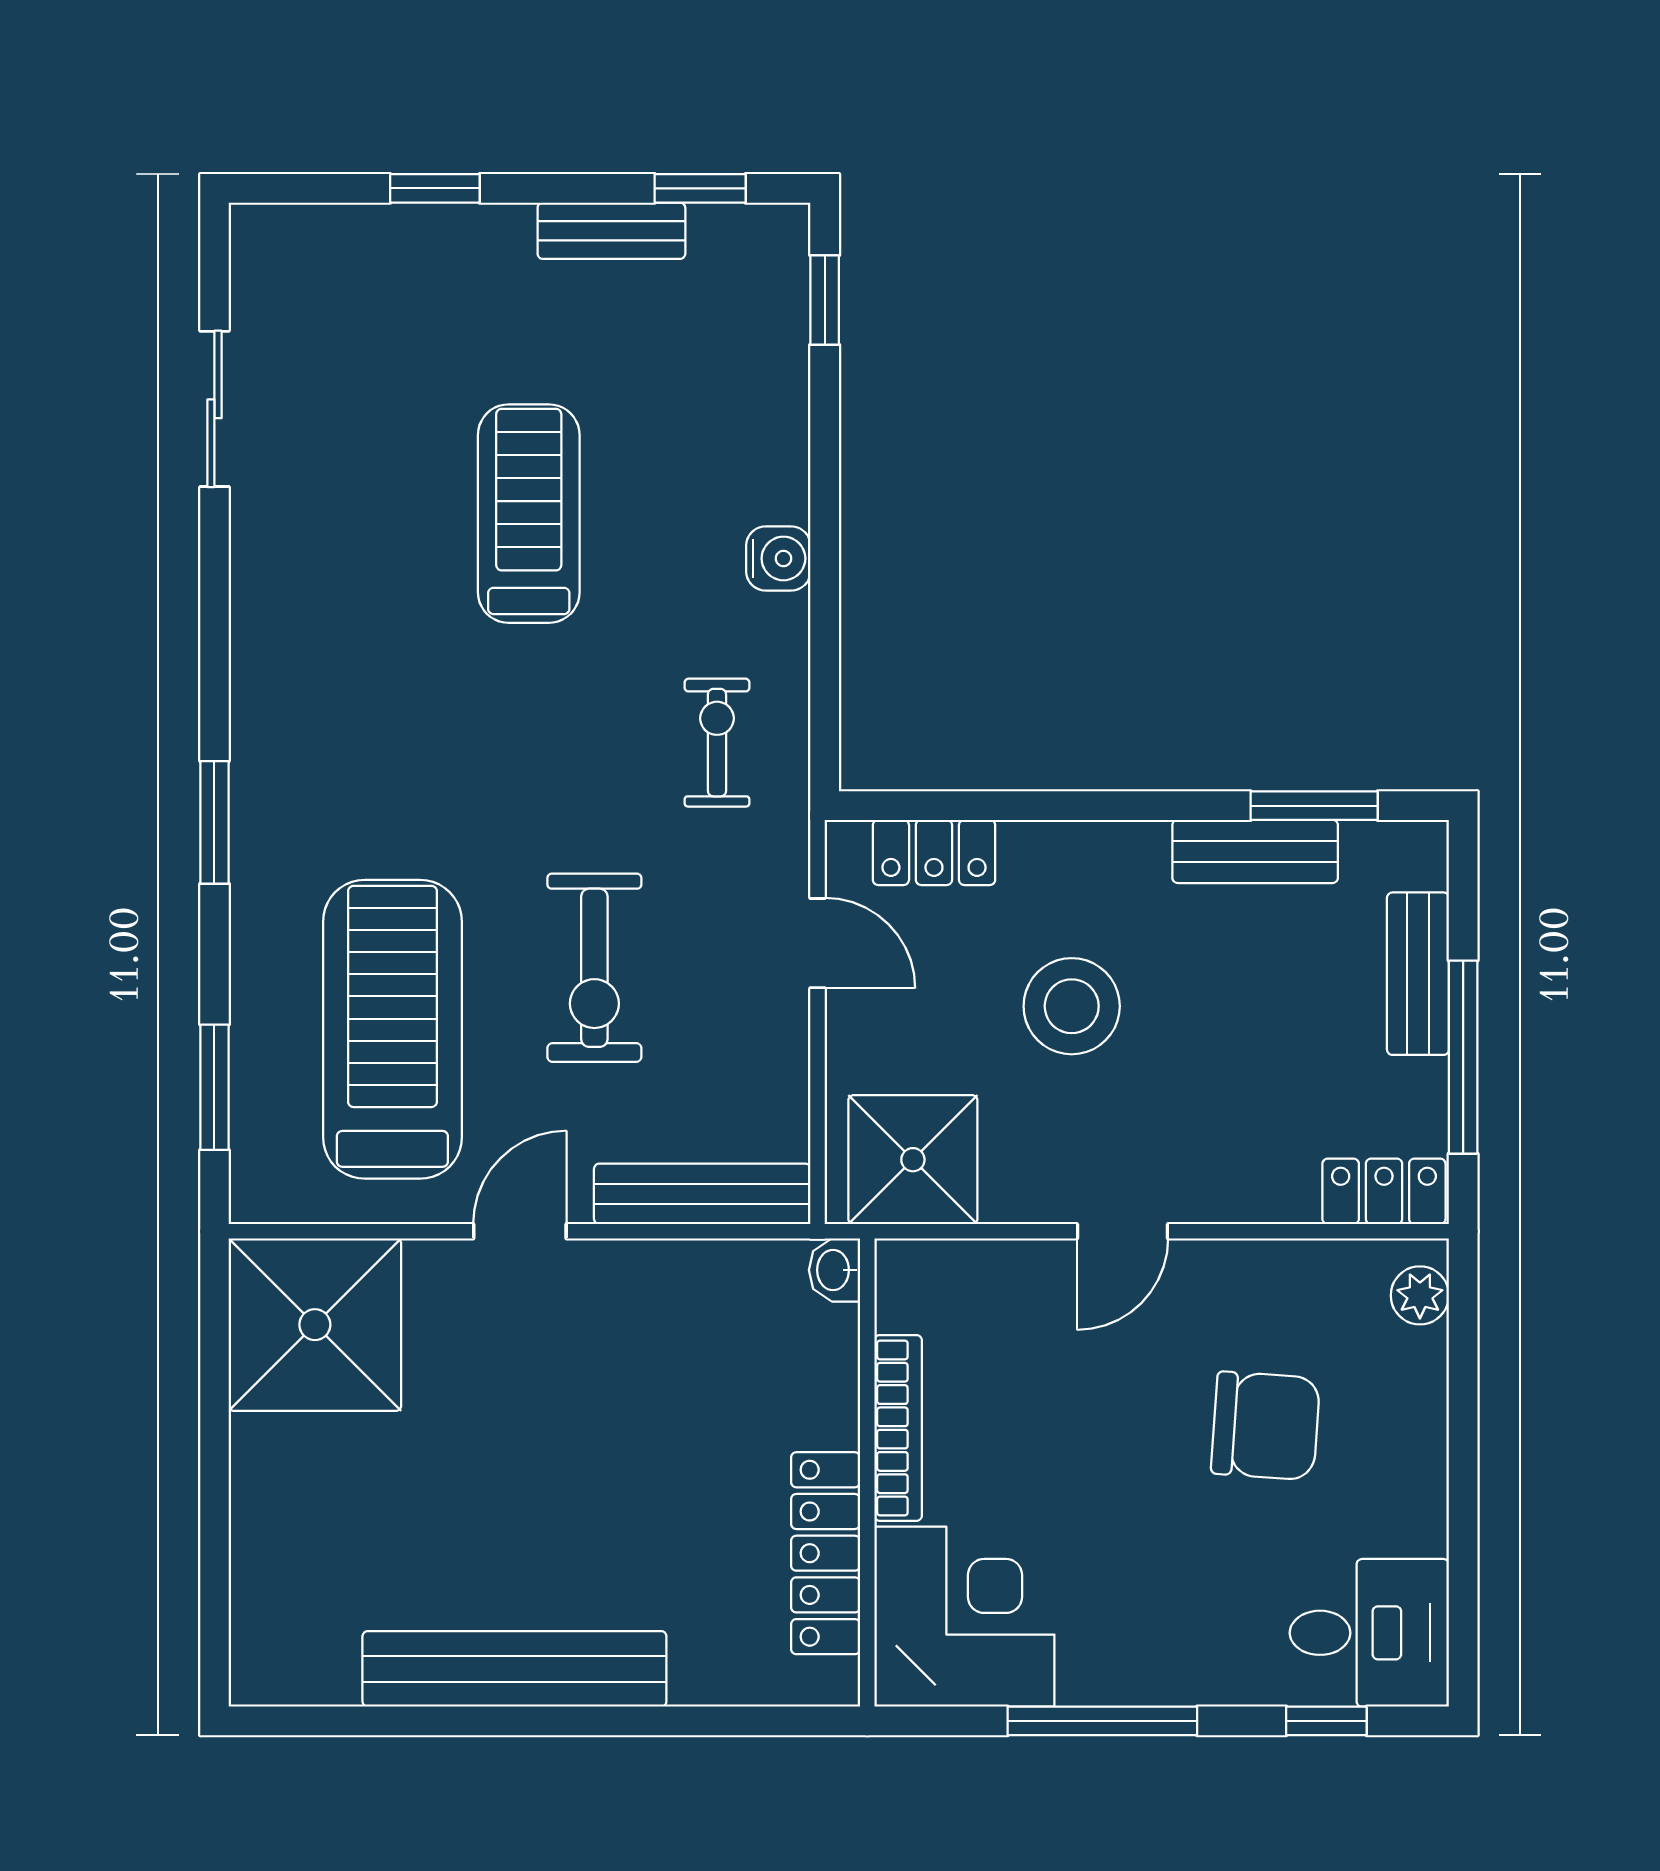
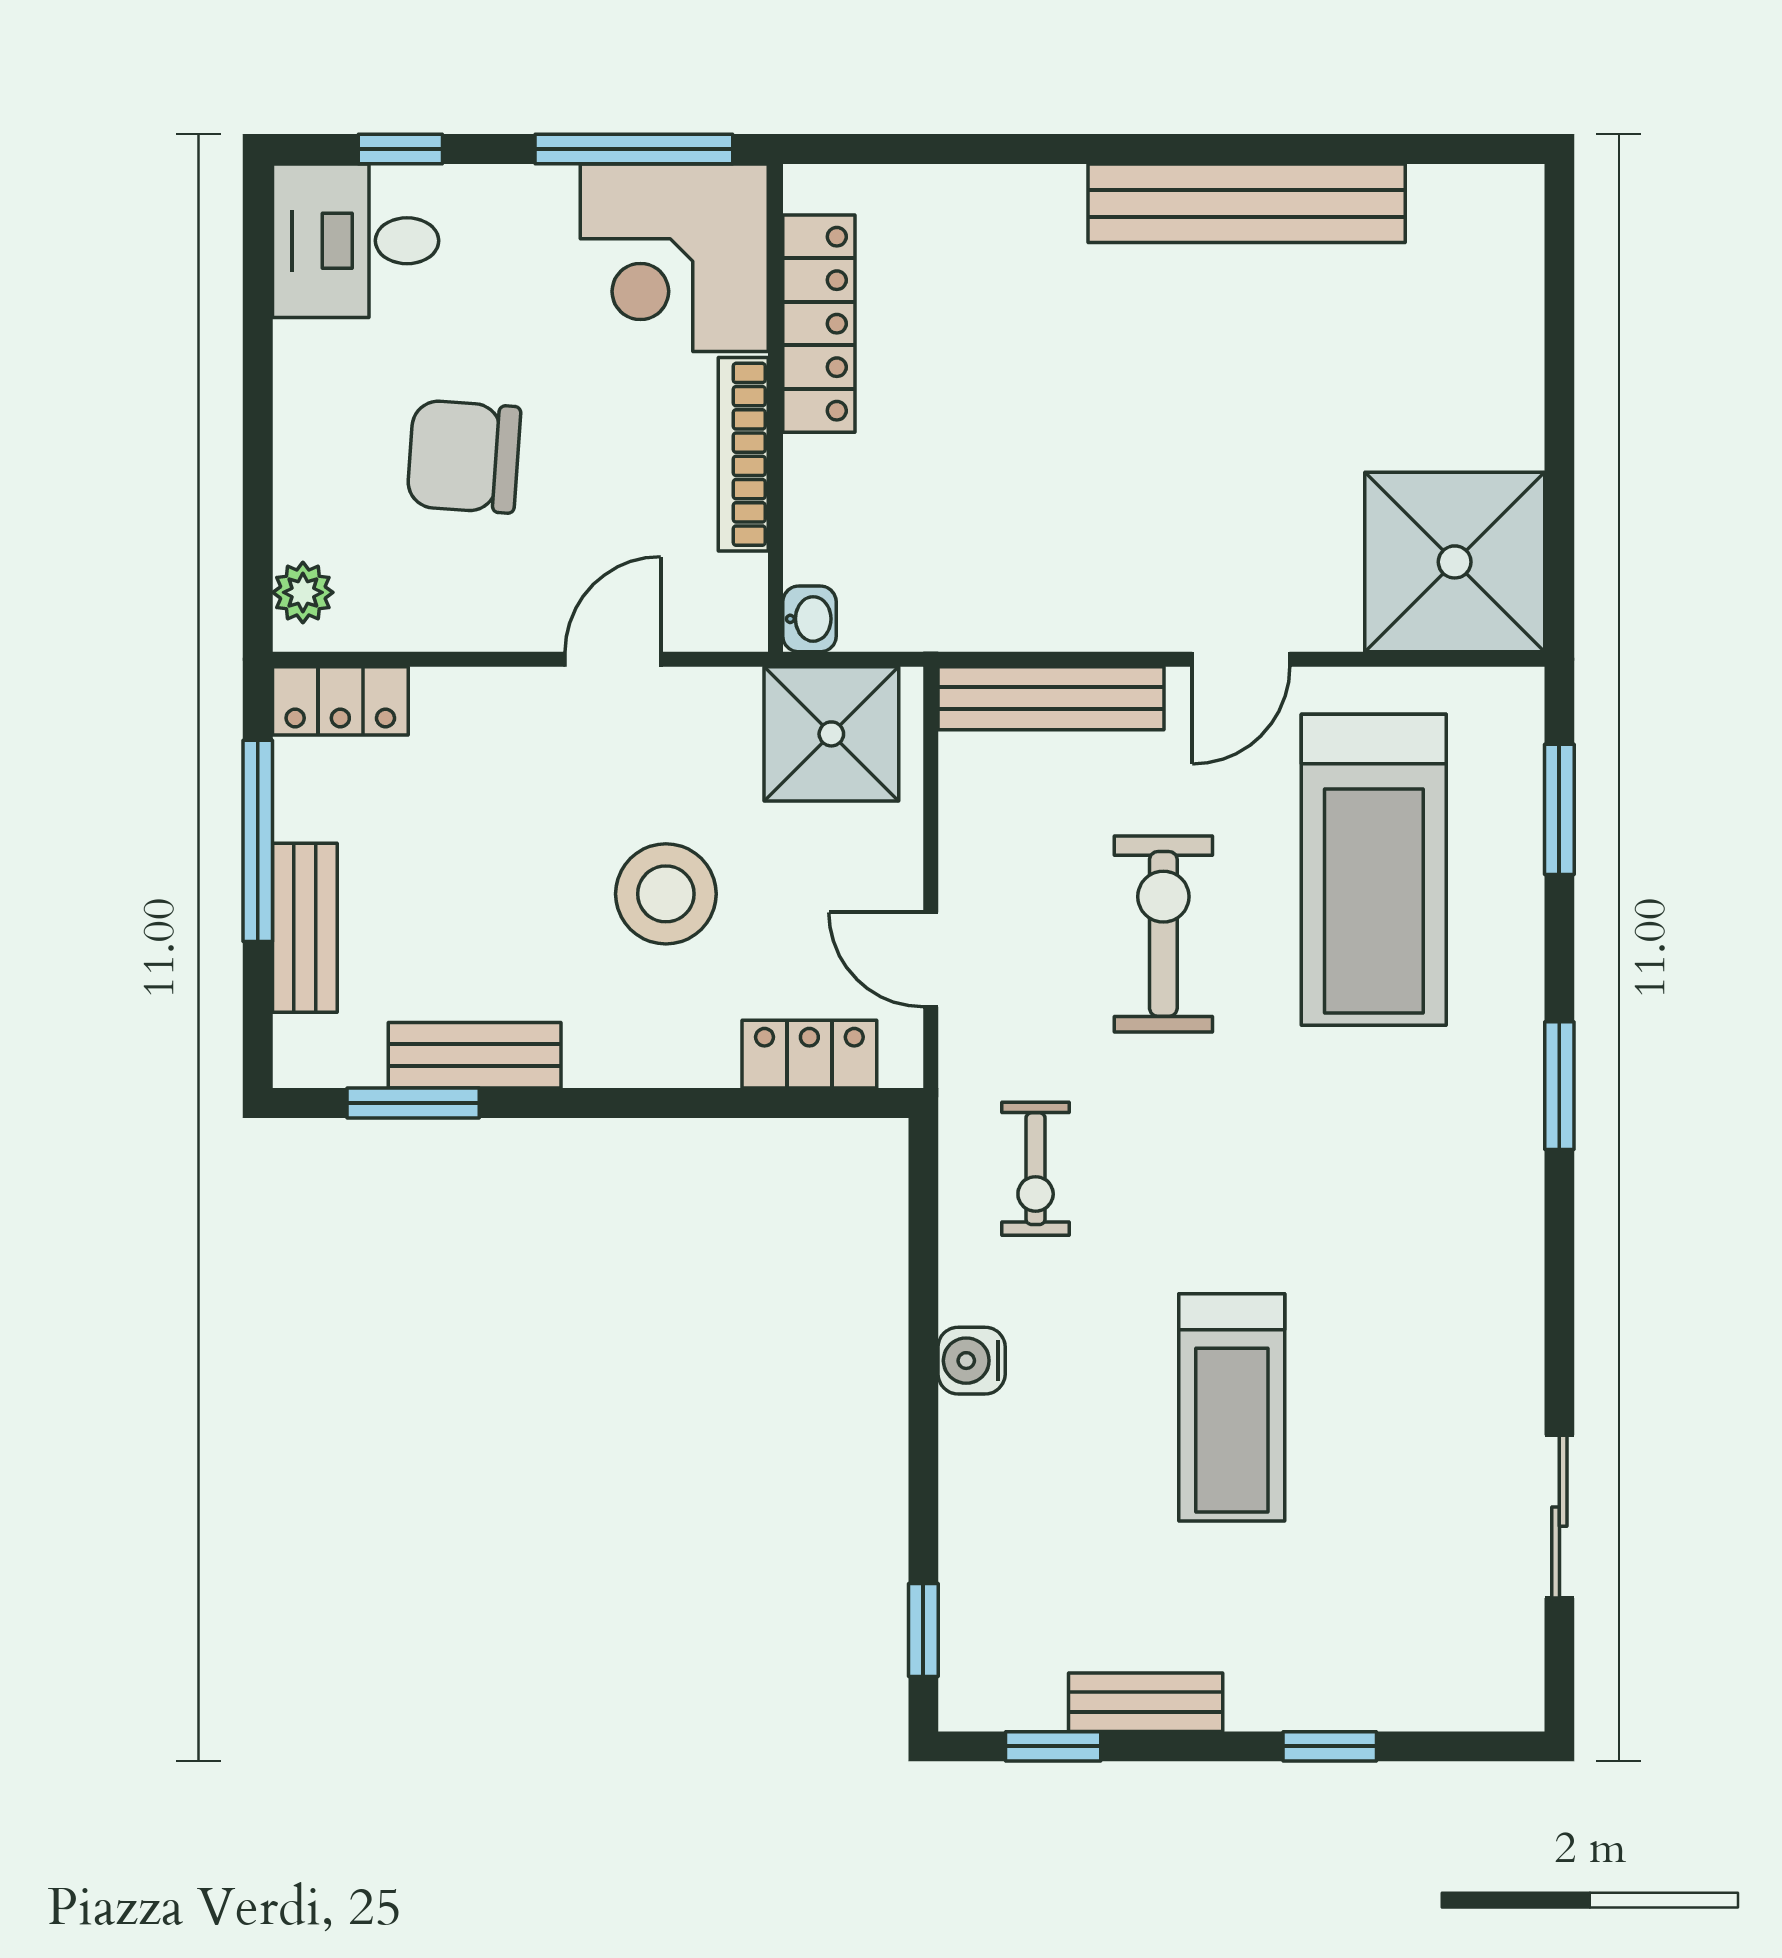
washbasin: (835, 1270) -> (809, 619), moved
bookcase: (898, 1428) -> (743, 454), moved
wall: (867, 1473) -> (775, 408), moved
locker: (826, 1553) -> (819, 324), moved
corner desk: (964, 1617) -> (674, 258), moved

